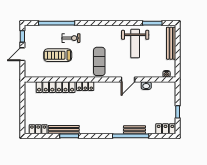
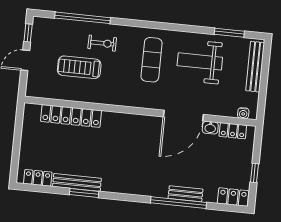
weight bench: (135, 43) -> (200, 61), turned 90
exercise mat: (99, 61) -> (152, 60), moved
door: (128, 79) -> (183, 116), width x1.88
locker: (85, 86) -> (233, 131), moved

